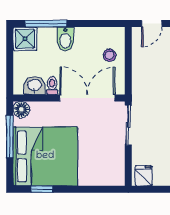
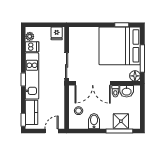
shower: (25, 39) -> (121, 121), moved
bidet: (65, 39) -> (94, 121), moved

